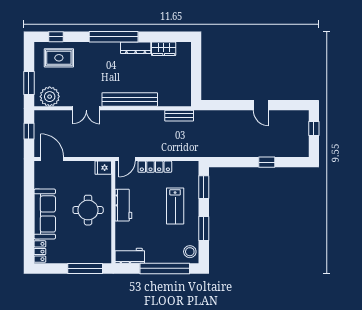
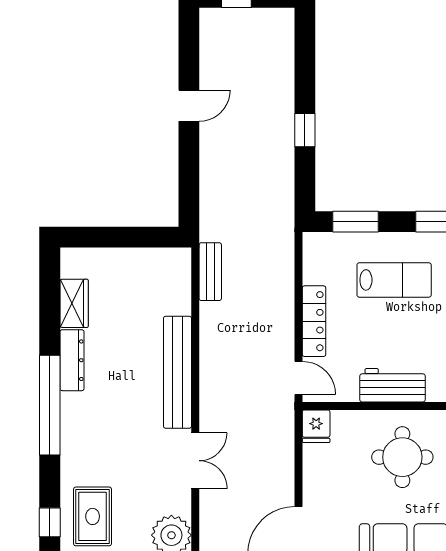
window: (267, 162) -> (305, 130), moved

